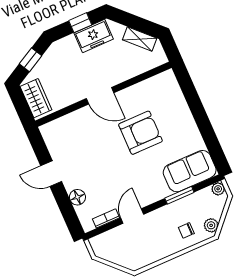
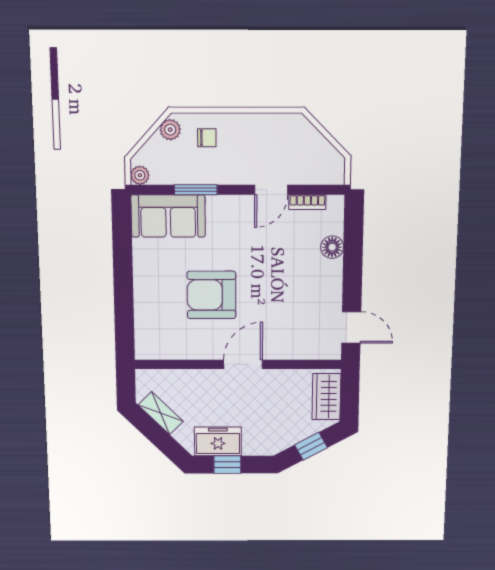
door: (100, 96) -> (243, 364), hinge flipped
door: (51, 174) -> (351, 327), moved

